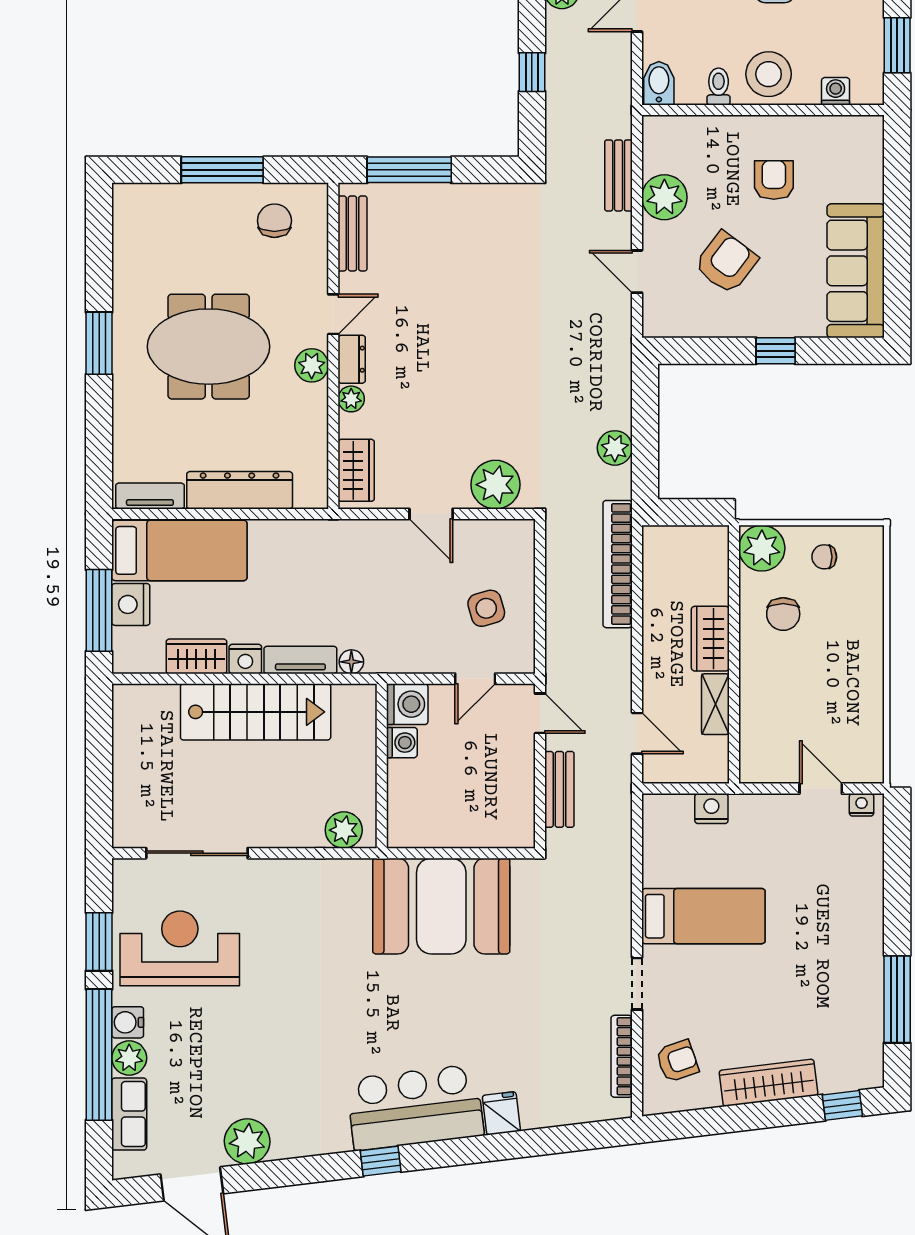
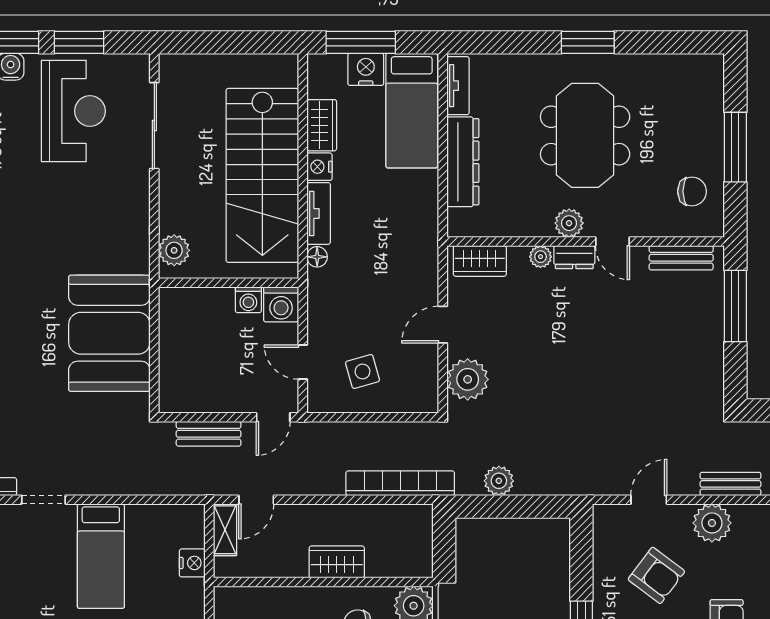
shelving: (715, 704) -> (225, 530), moved, turned 90
stairs: (256, 712) -> (262, 175), width x1.36, depth x1.51

